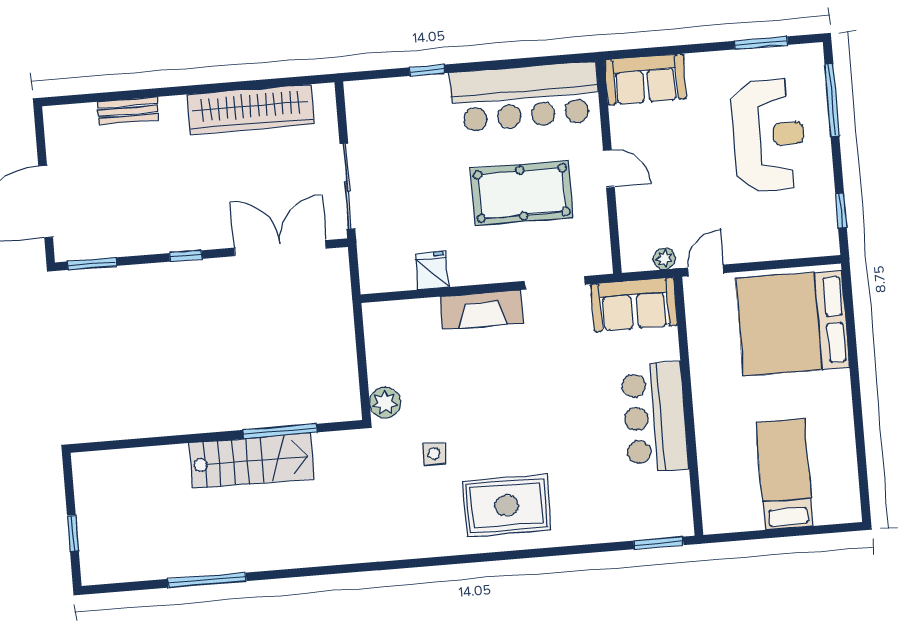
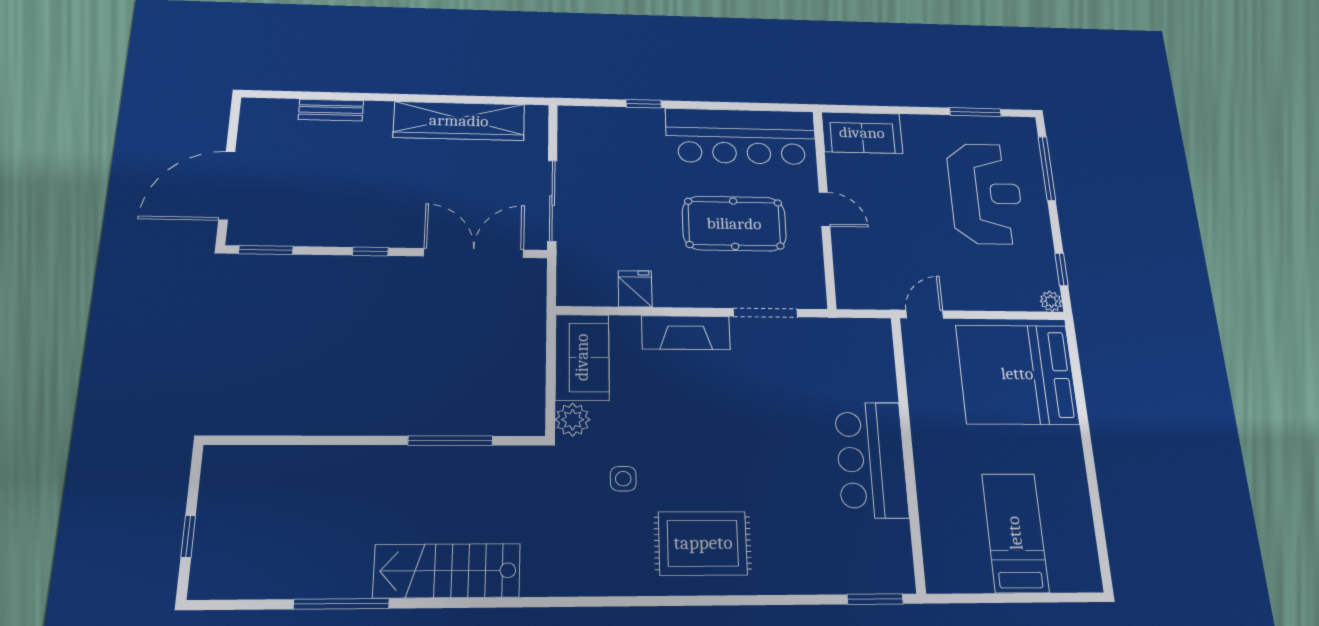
plant: (664, 259) -> (1051, 301), moved
sofa: (634, 305) -> (582, 357), moved, turned -90
stairs: (252, 461) -> (447, 571), moved, turned 180

